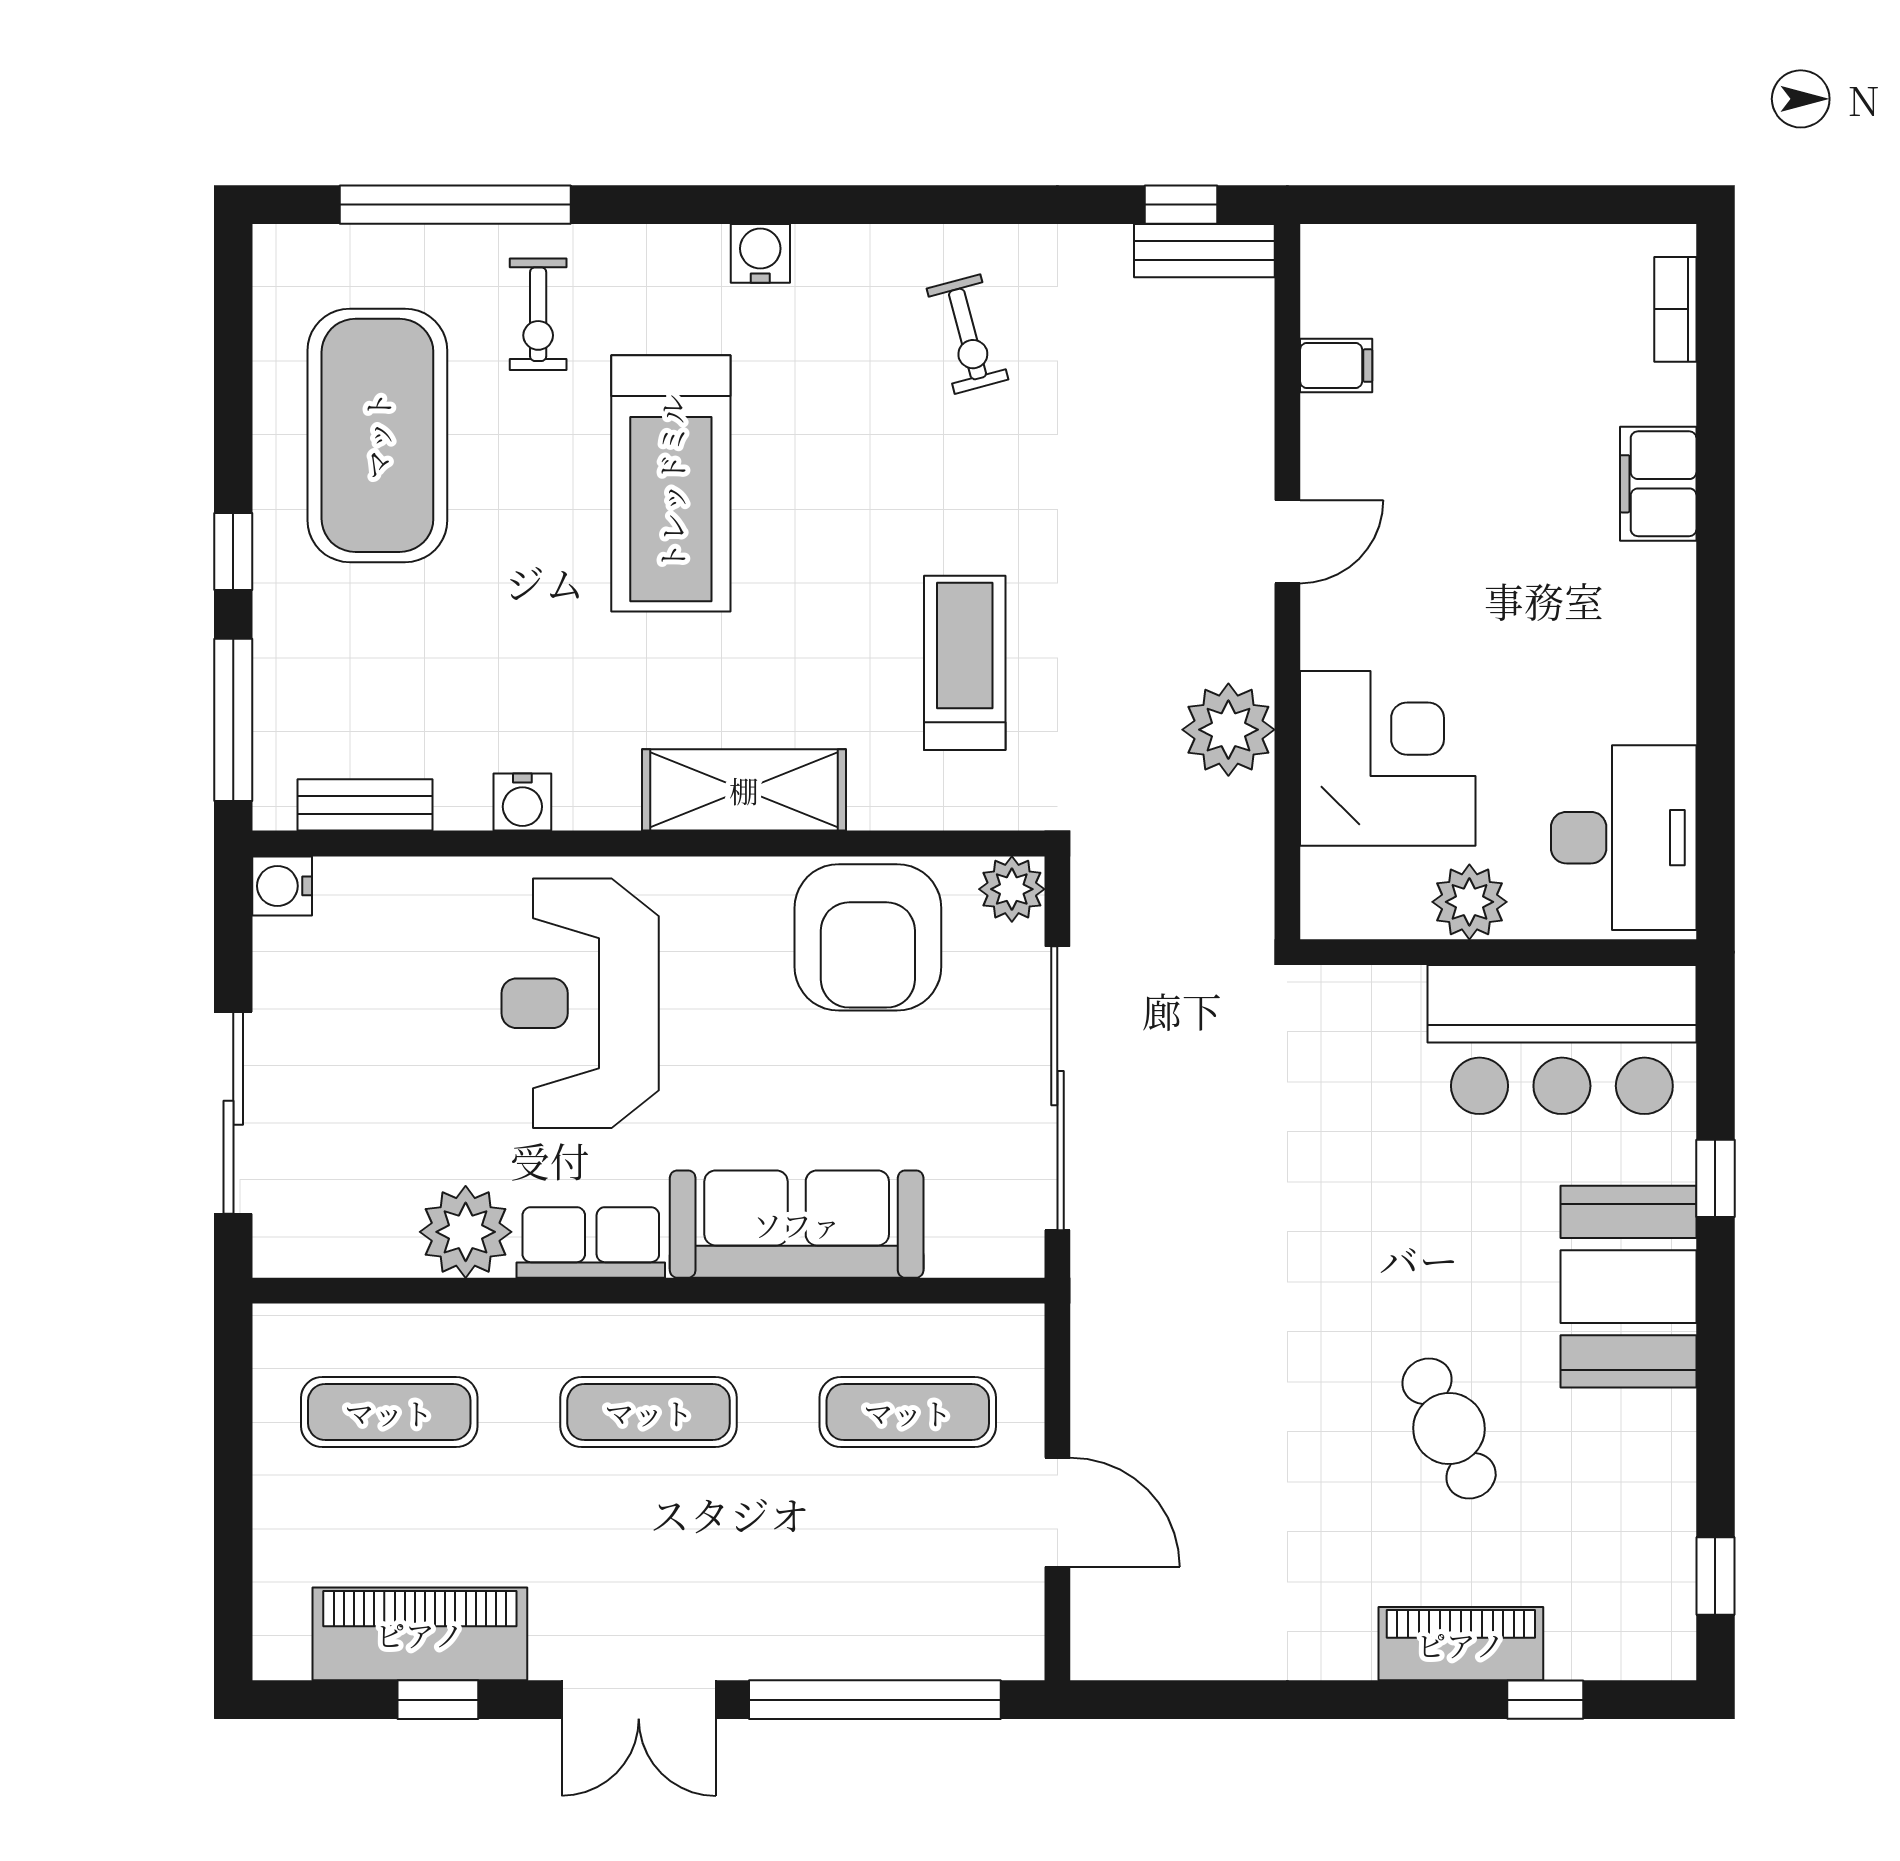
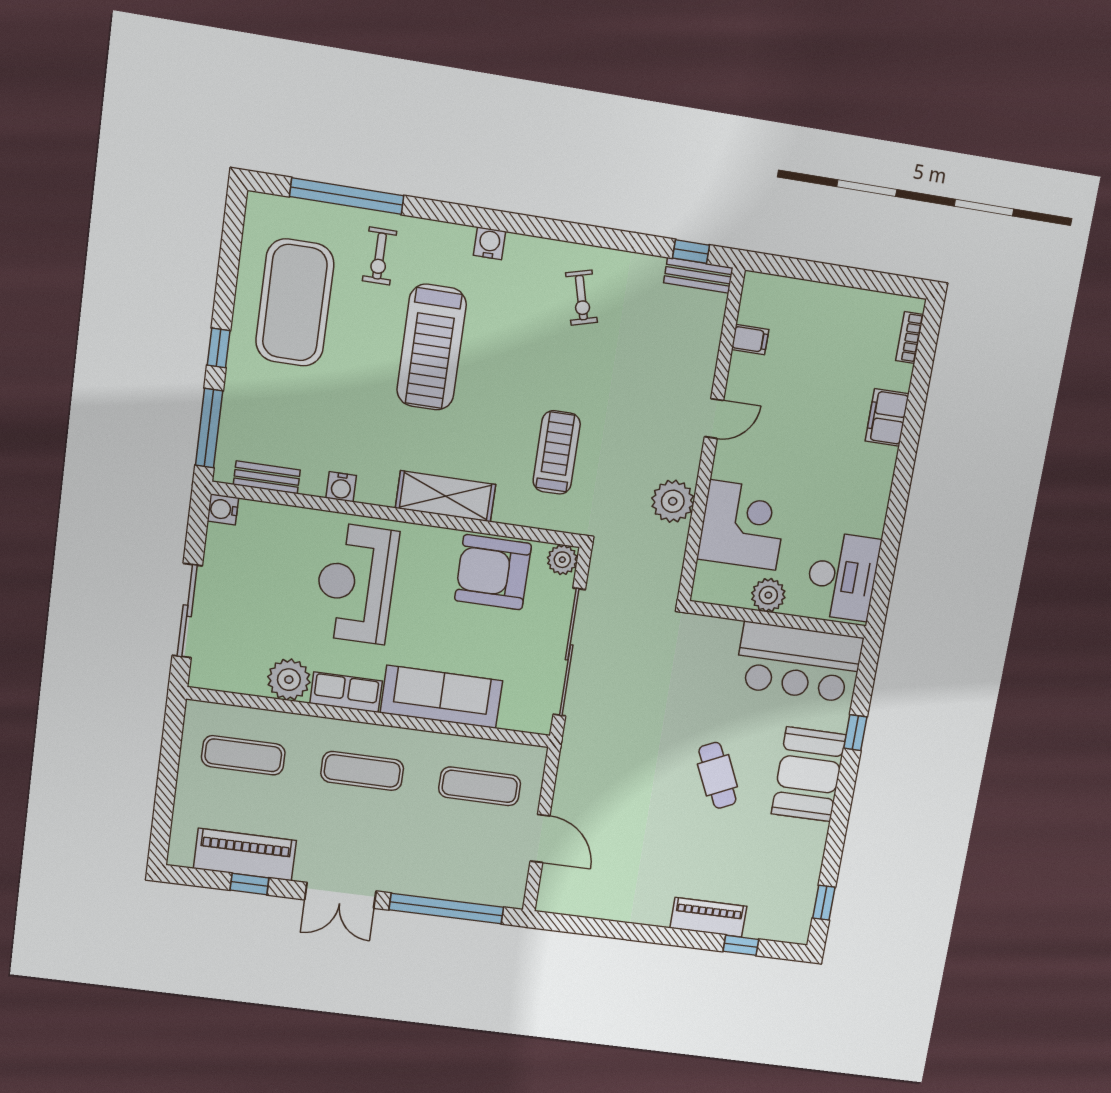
armchair: (868, 937) -> (493, 572), turned 90
cafe table: (1449, 1429) -> (717, 775), moved

